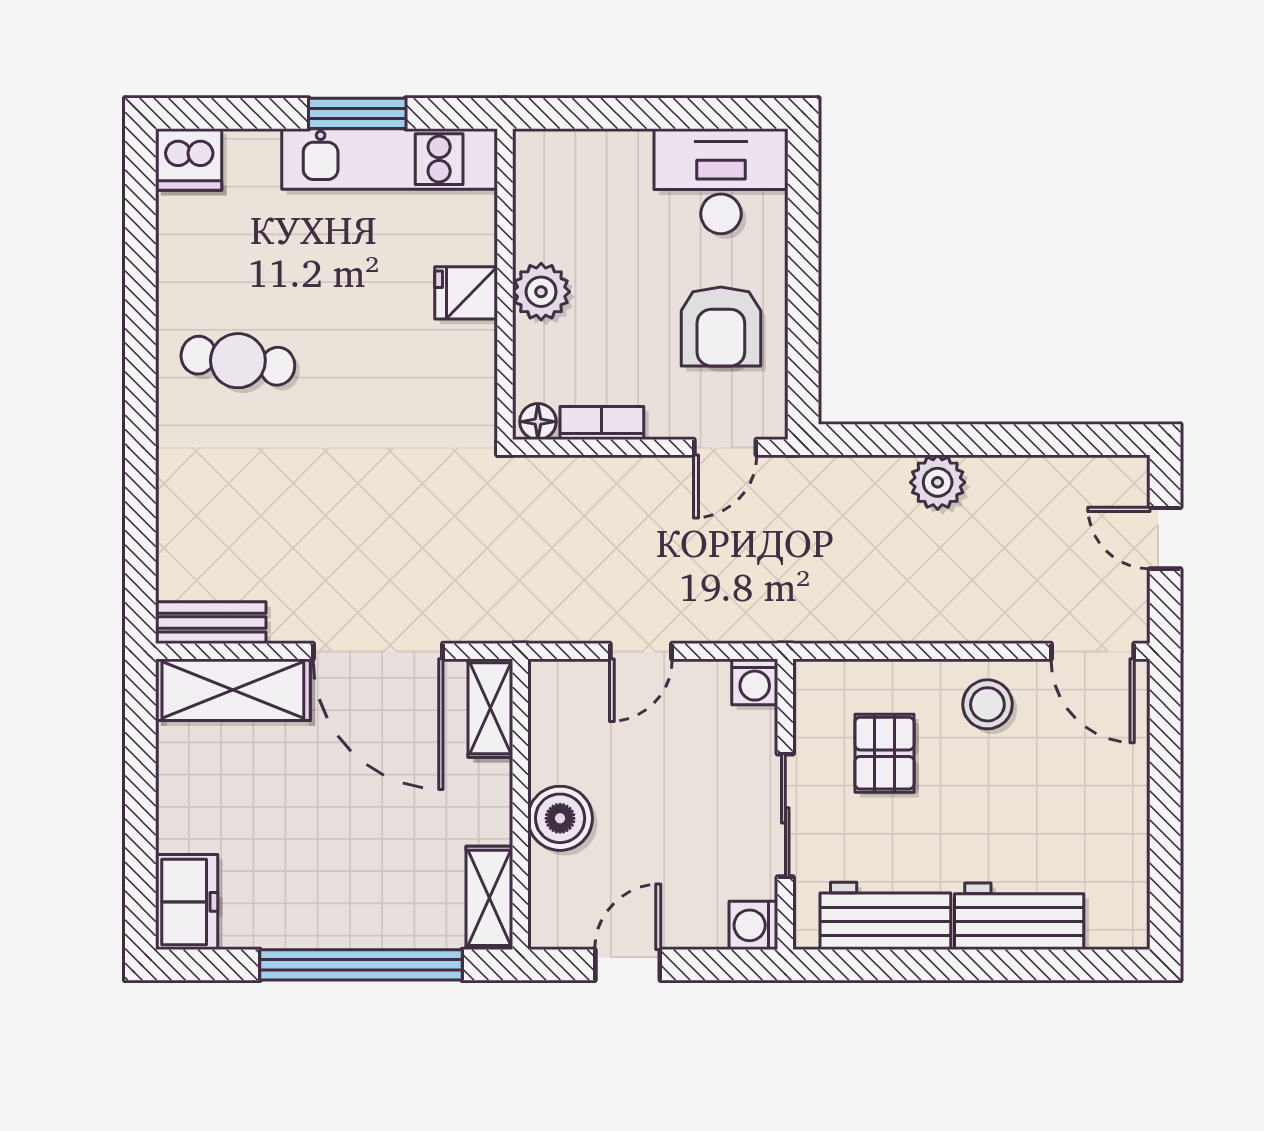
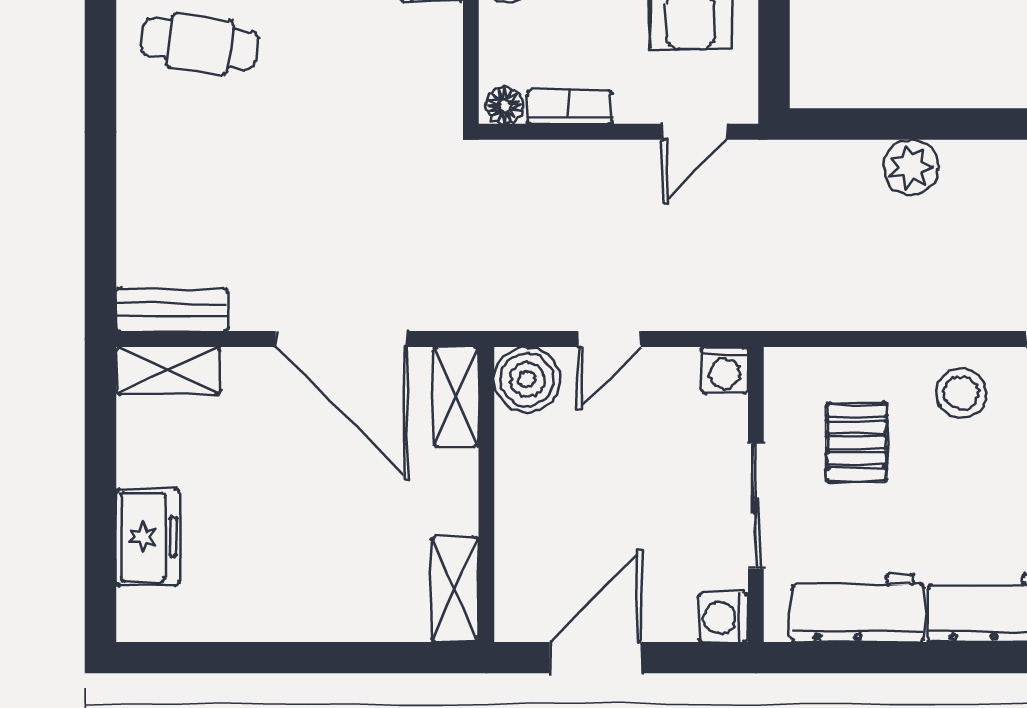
shelving: (233, 690) -> (168, 370), width x0.67, depth x0.75
boiler: (560, 818) -> (527, 380), moved
freezer: (187, 902) -> (147, 537), moved
window: (361, 965) -> (325, 658), removed
door: (628, 965) -> (596, 658), width x1.38

